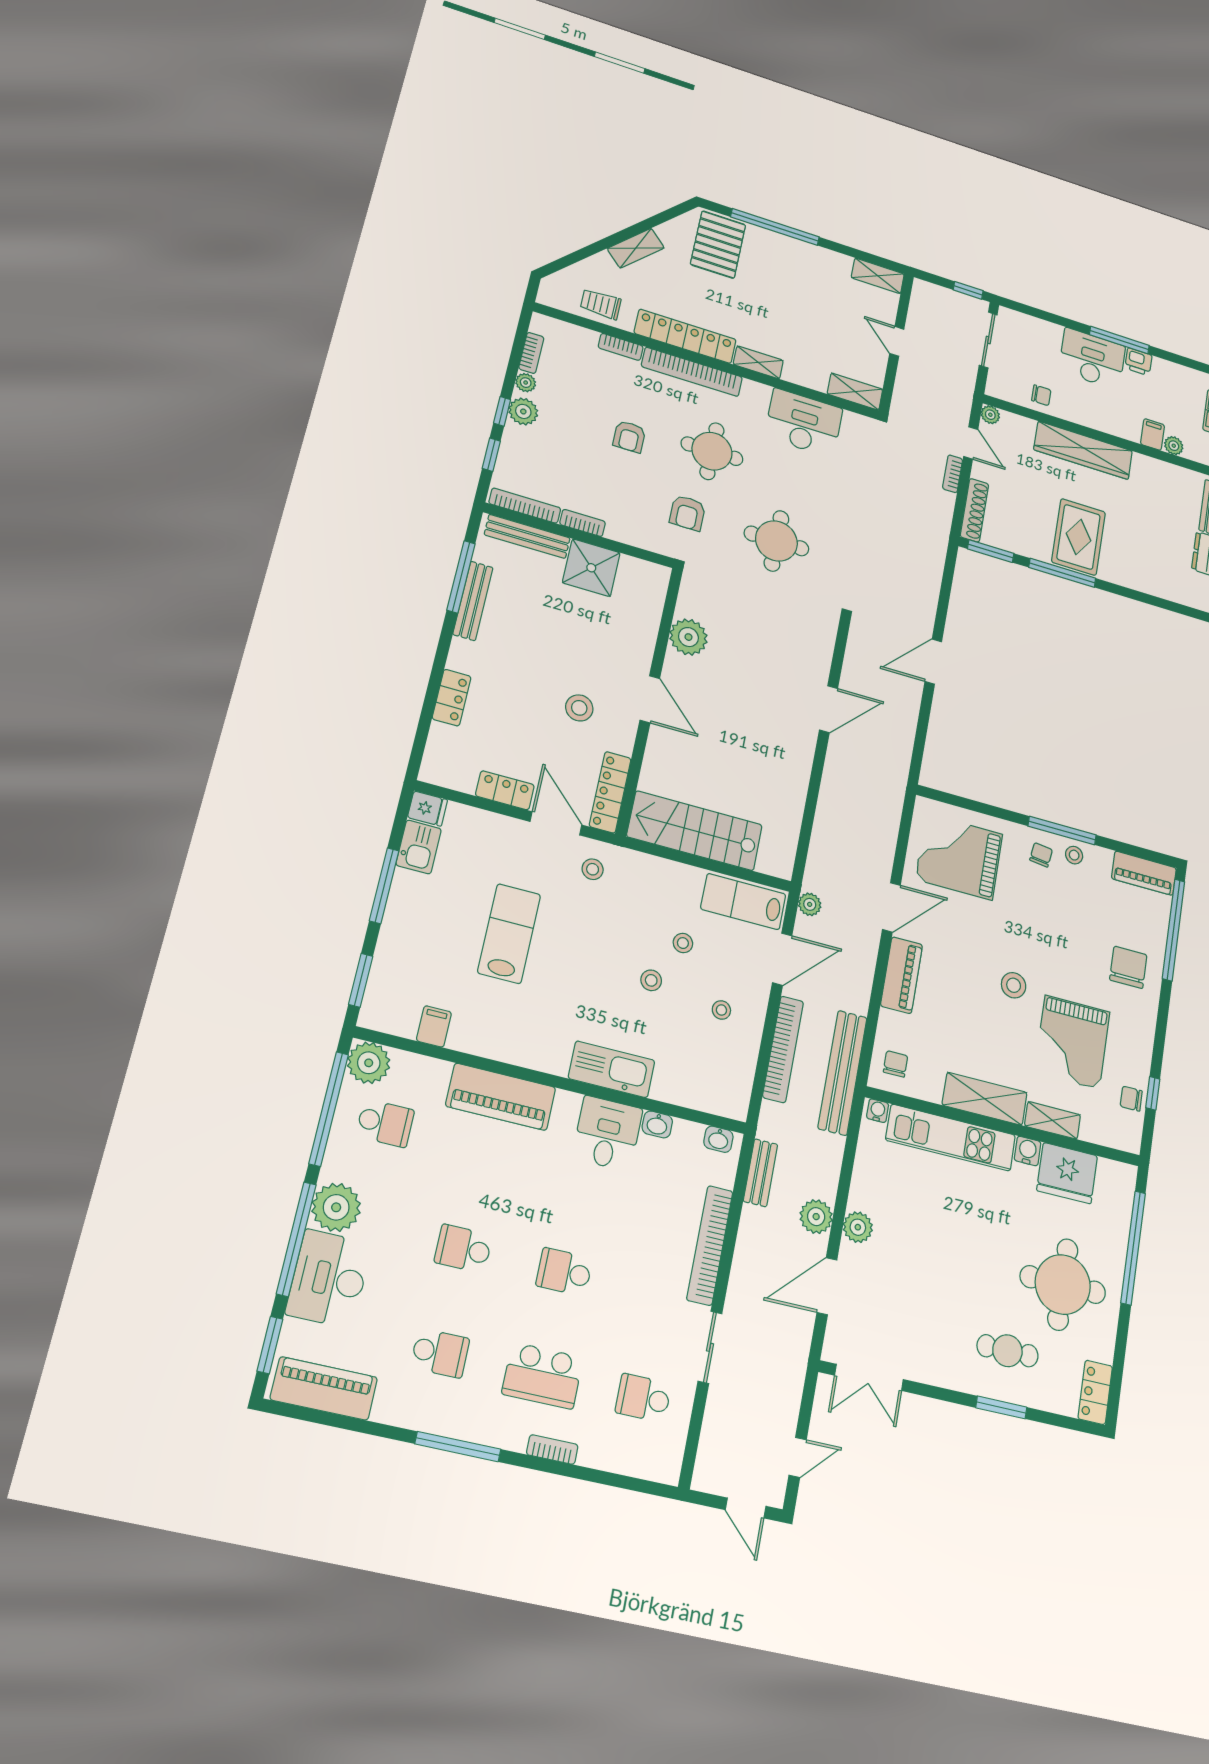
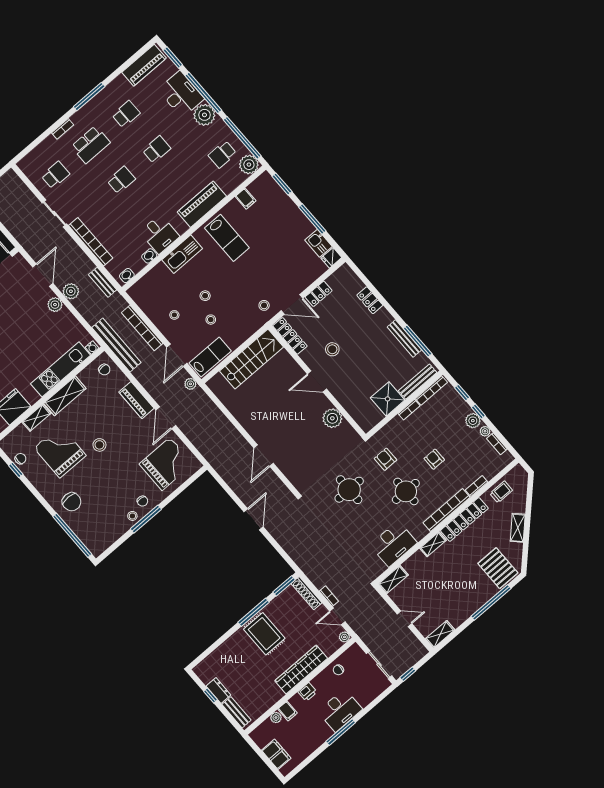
printer: (1138, 362) -> (307, 692), moved, turned 180
piano: (1144, 873) -> (104, 542), removed
lab bench: (509, 934) -> (227, 238), moved
water cooler: (1028, 1151) -> (33, 397), removed
school desk: (440, 1353) -> (126, 114), turned 180
school desk: (543, 1376) -> (91, 145), turned 180

